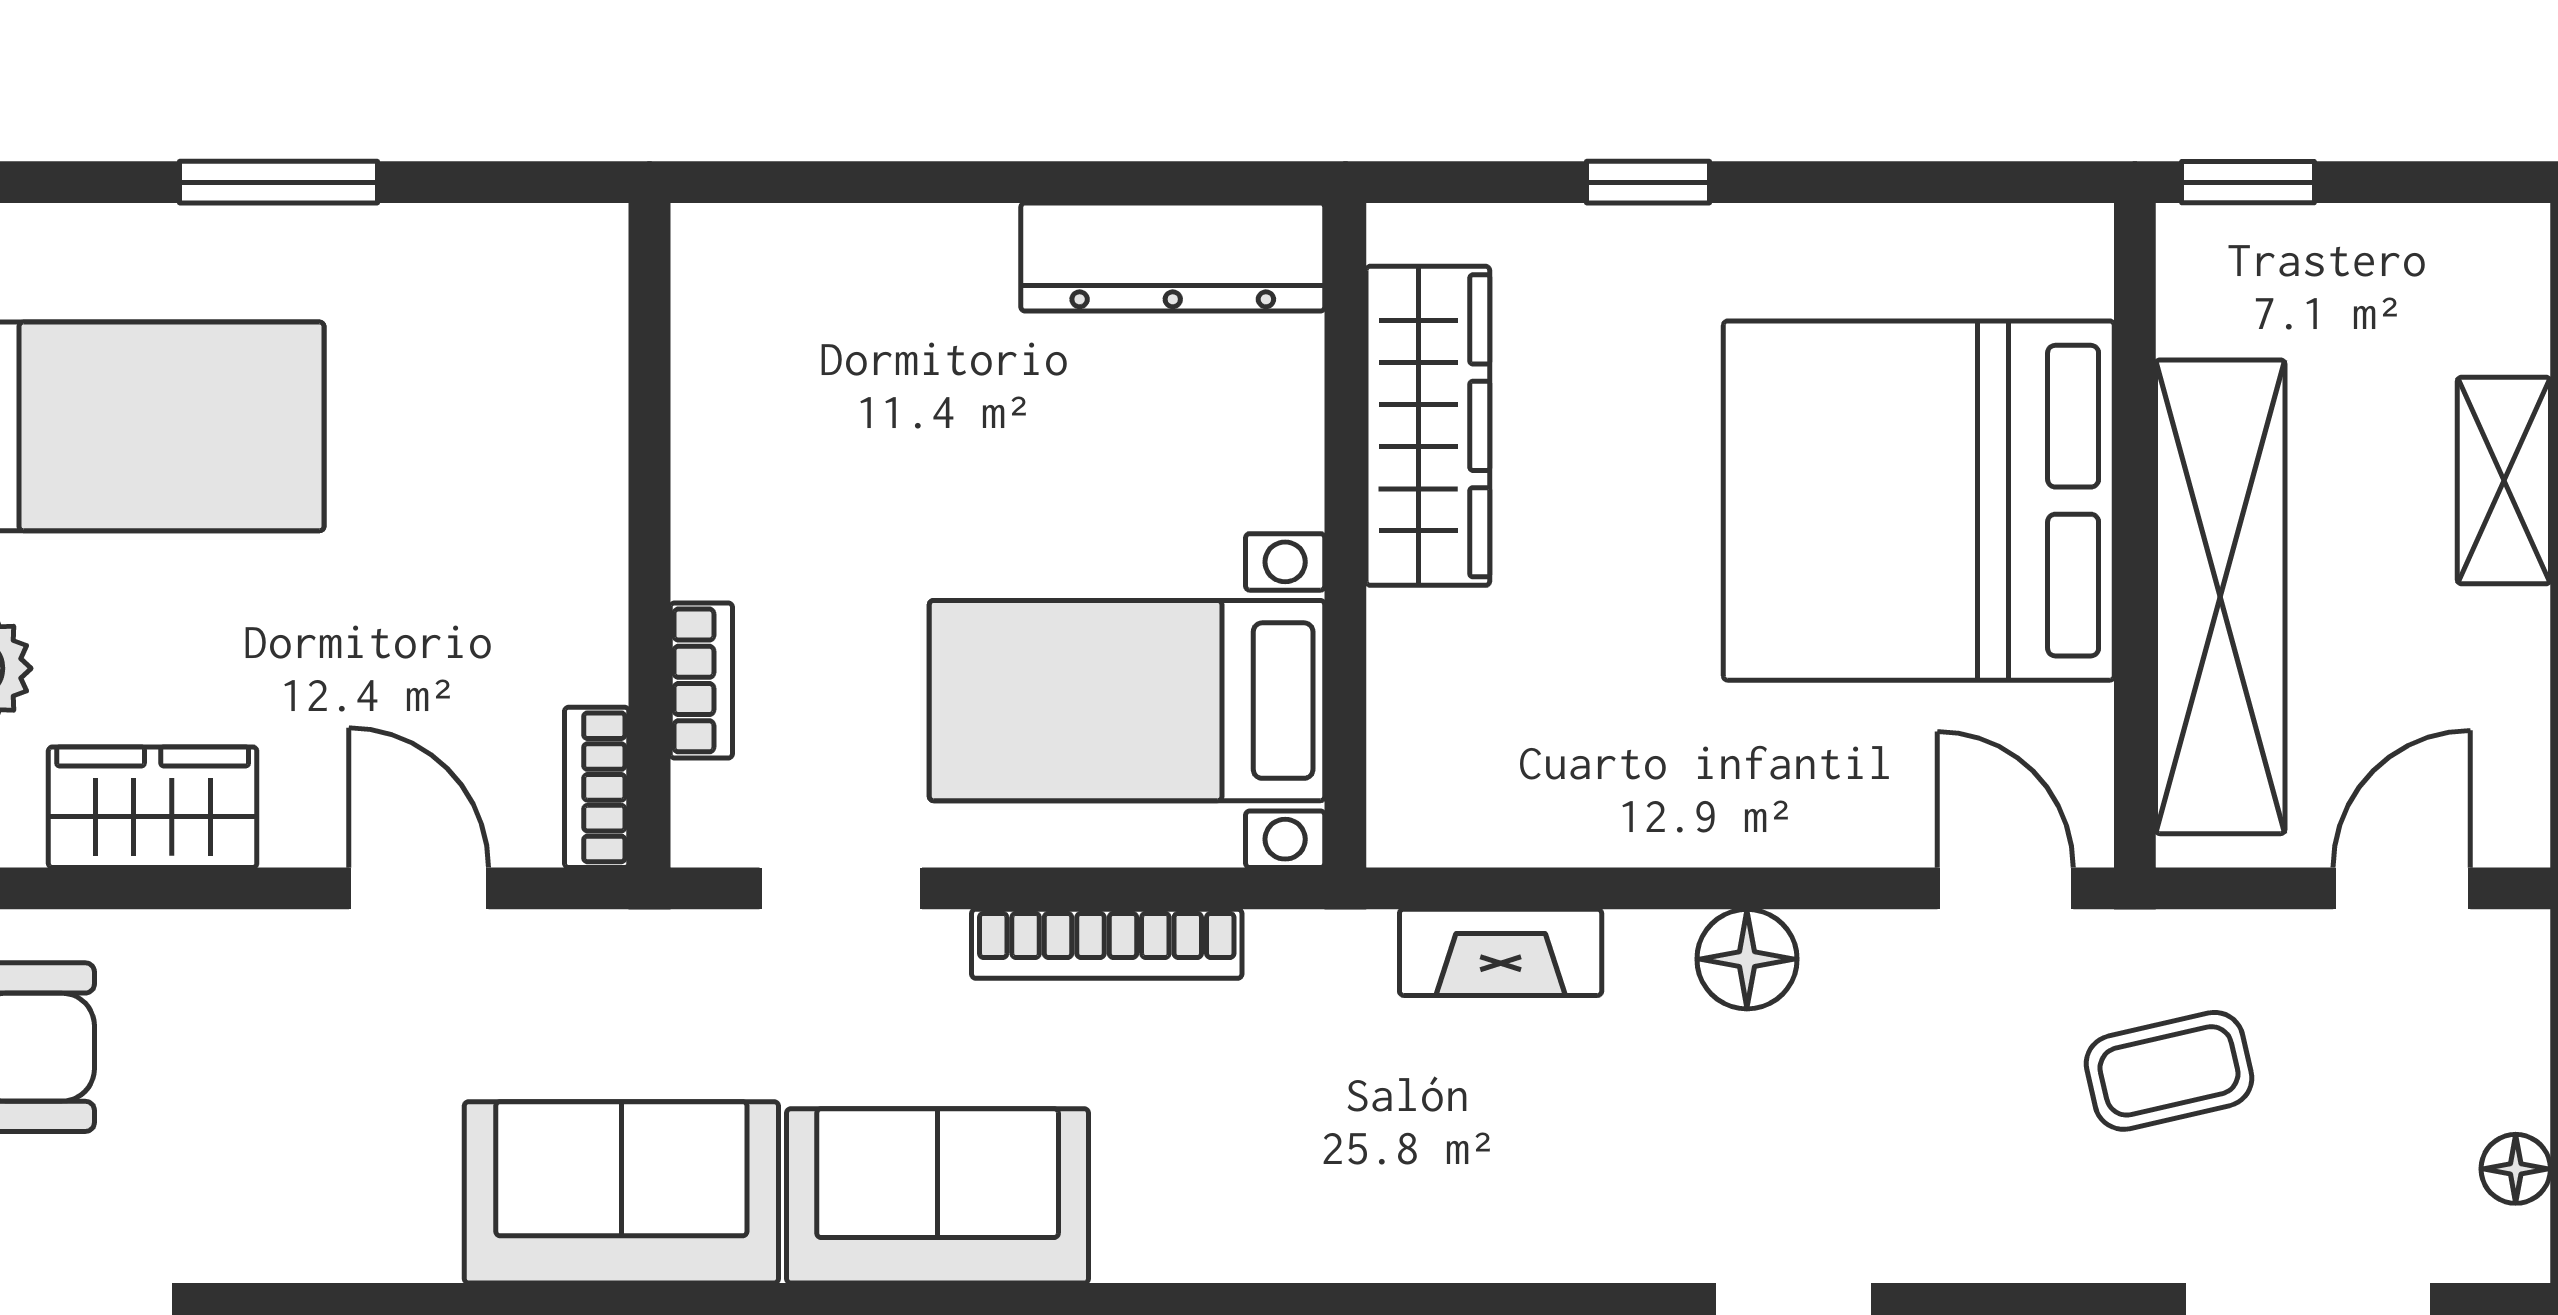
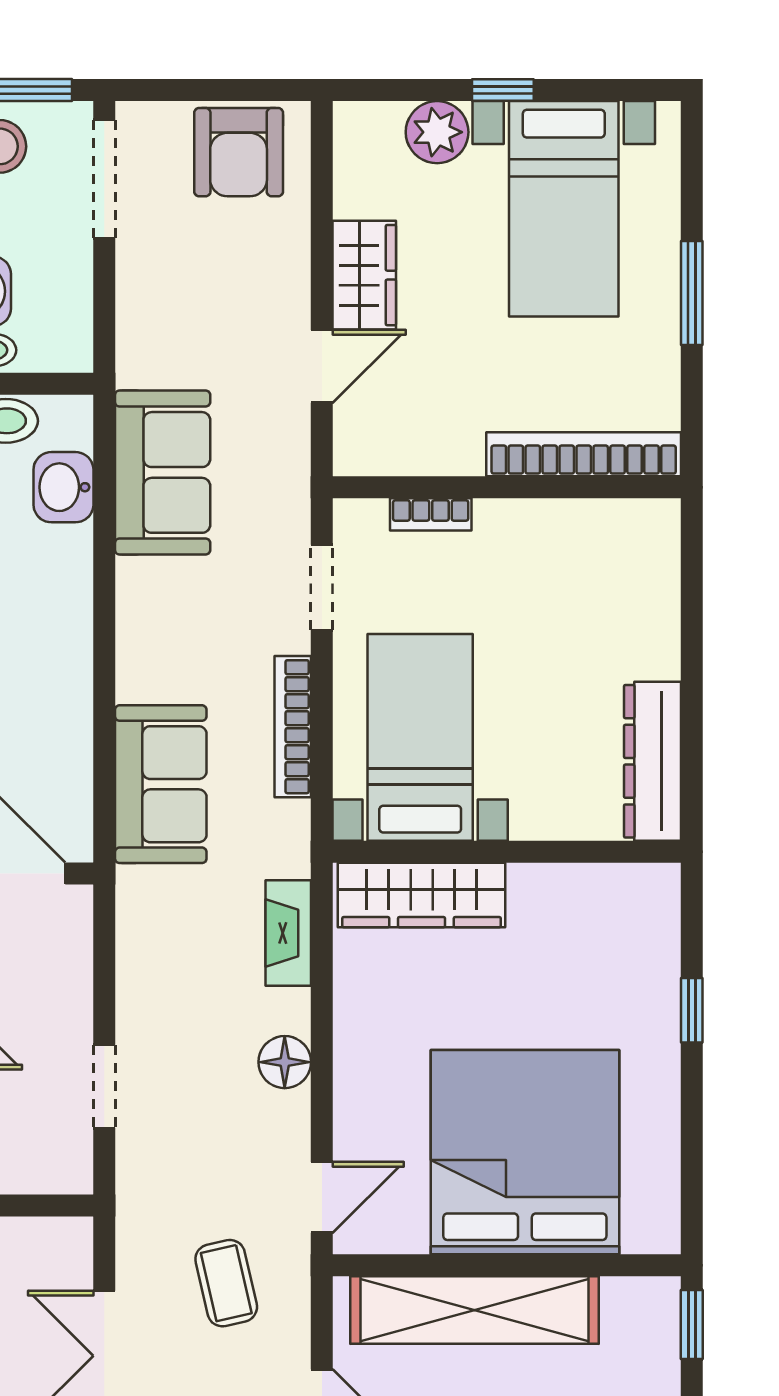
wardrobe: (1428, 426) -> (422, 895), moved
bookcase: (597, 787) -> (584, 454), moved, width x2.31, depth x1.31
wardrobe: (153, 807) -> (364, 275), moved
sofa: (938, 1196) -> (161, 784), moved

